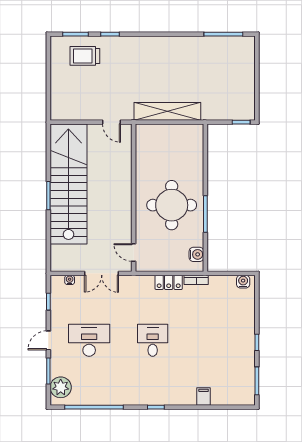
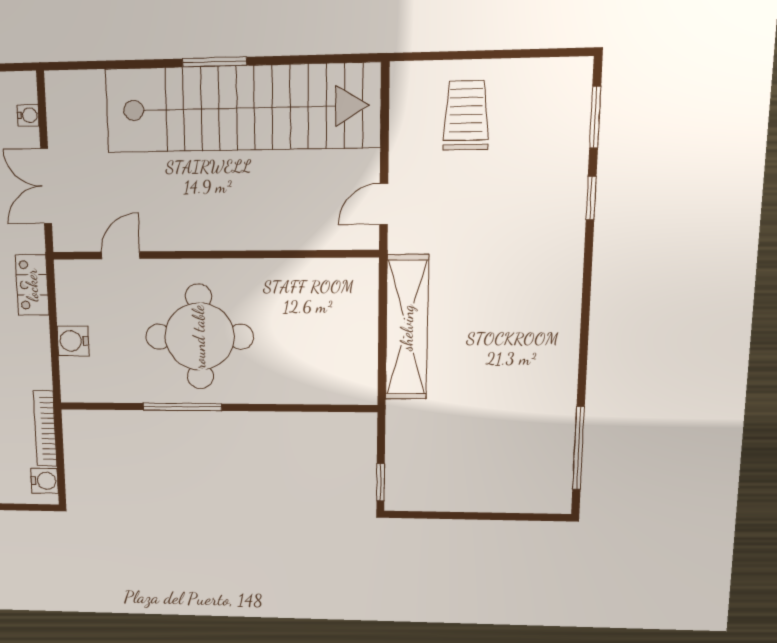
trolley: (85, 56) -> (466, 115), moved
door: (134, 252) -> (121, 255), moved
water cooler: (196, 254) -> (73, 341), moved, turned 90
bookcase: (196, 280) -> (45, 429), moved, width x1.56
locker: (169, 282) -> (32, 285), moved

